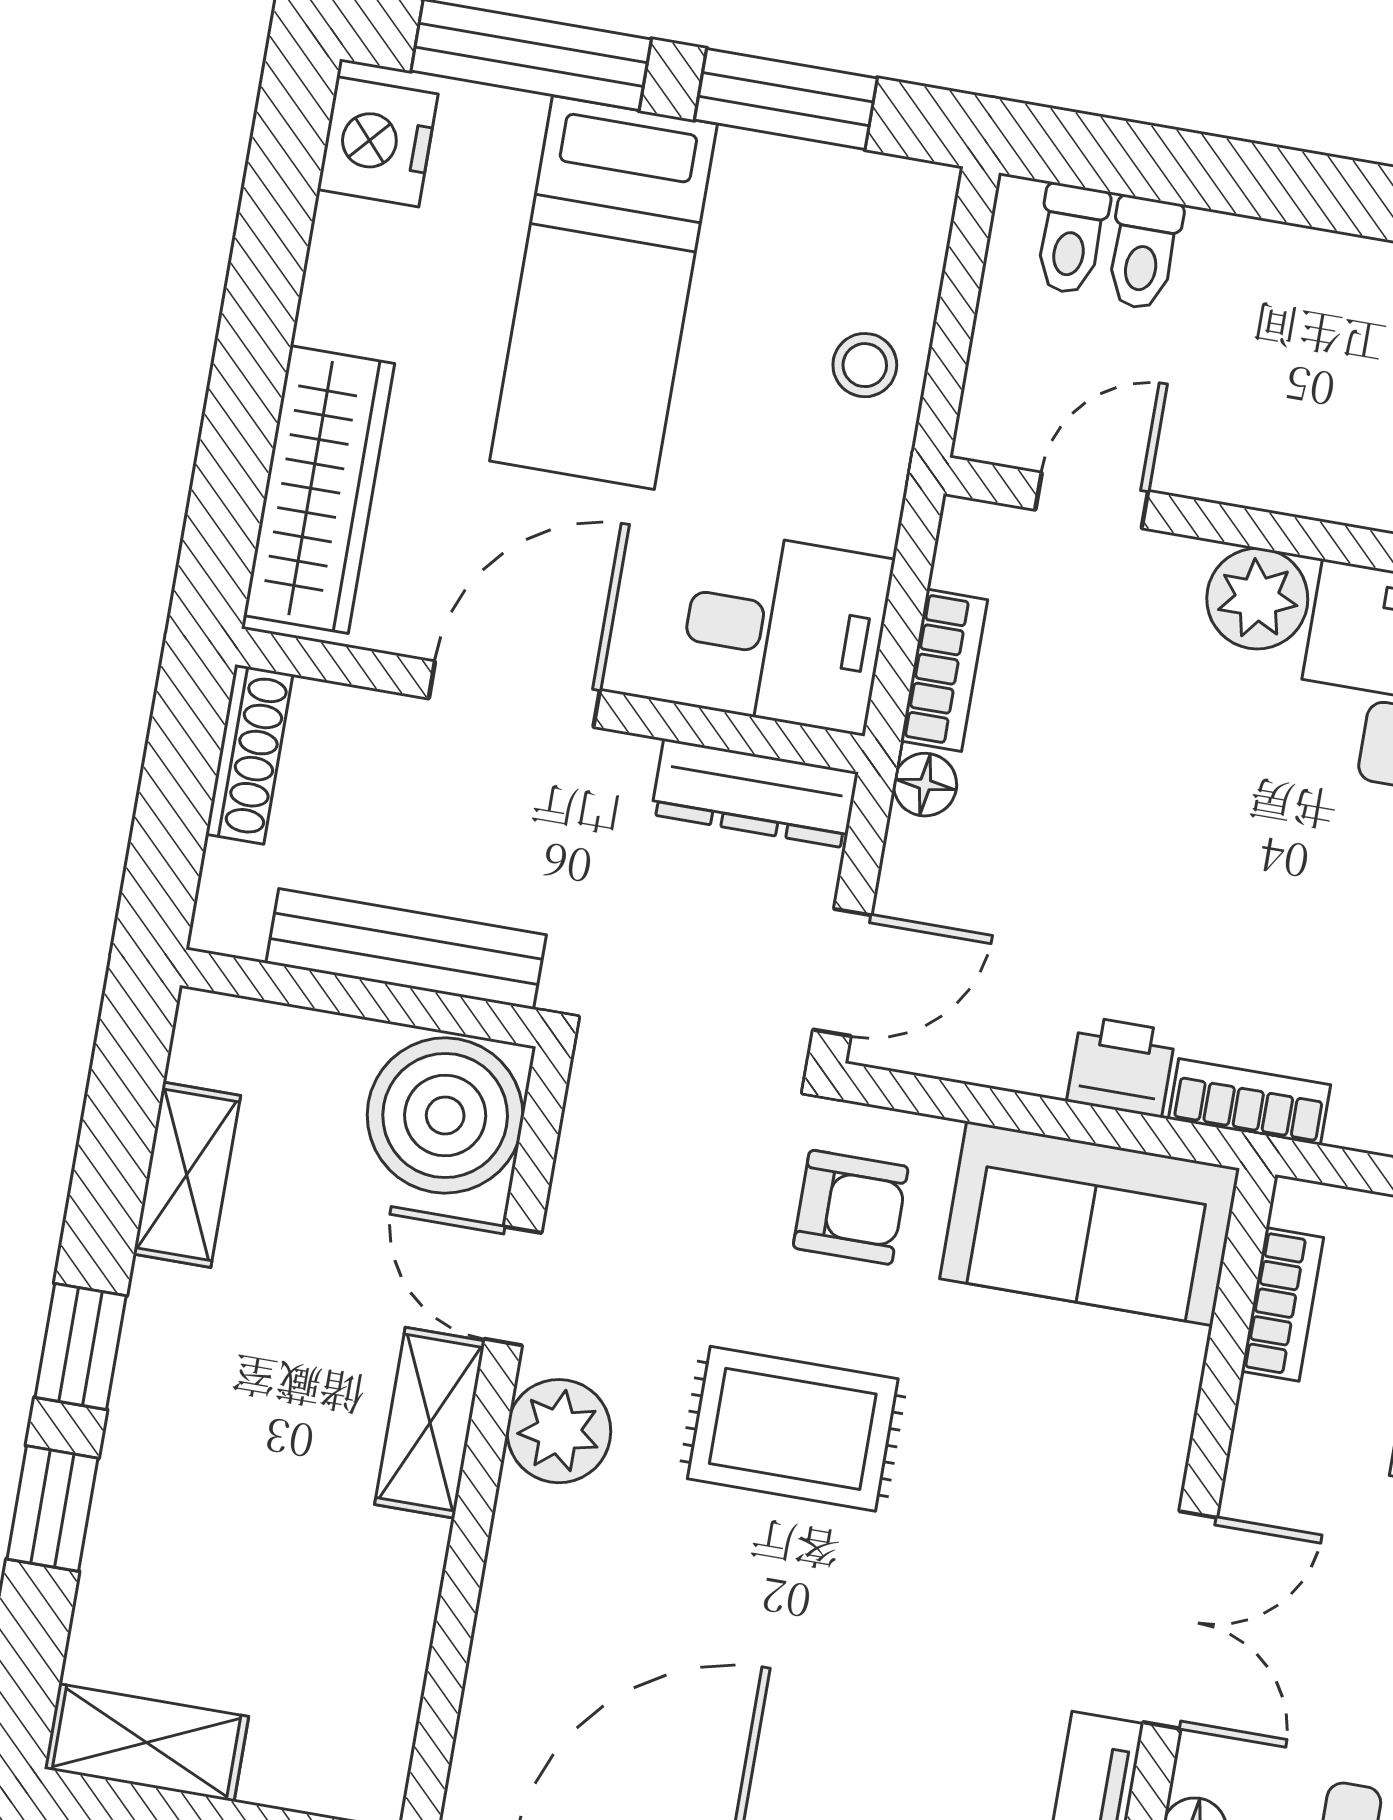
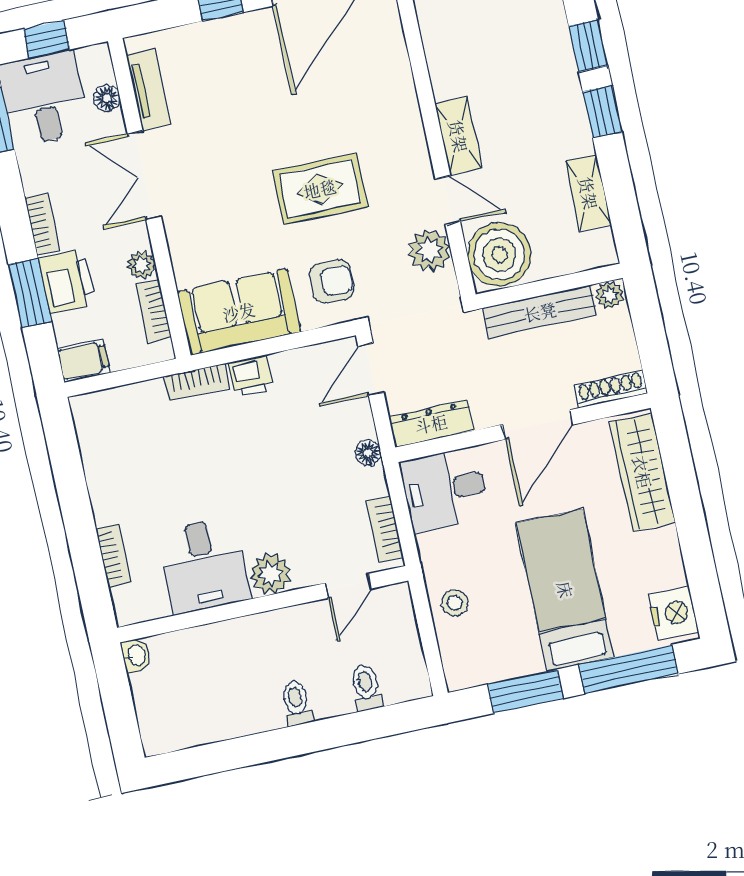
toilet: (1071, 239) -> (296, 703), moved
bookcase: (944, 670) -> (385, 530), moved
shoe rack: (249, 754) -> (611, 389), moved, turned 90
plant: (231, 923) -> (610, 295), added
armchair: (851, 1207) -> (332, 281), turned 180
plant: (1268, 1419) -> (141, 265), added
plant: (559, 1431) -> (429, 251), moved

